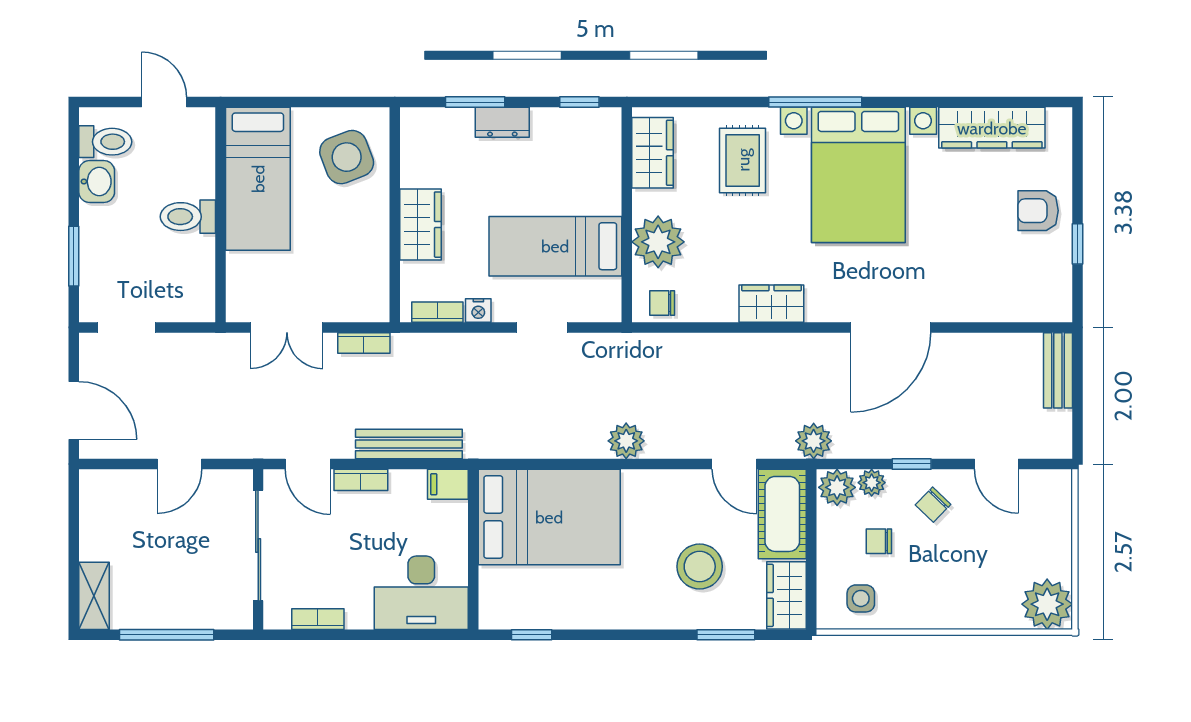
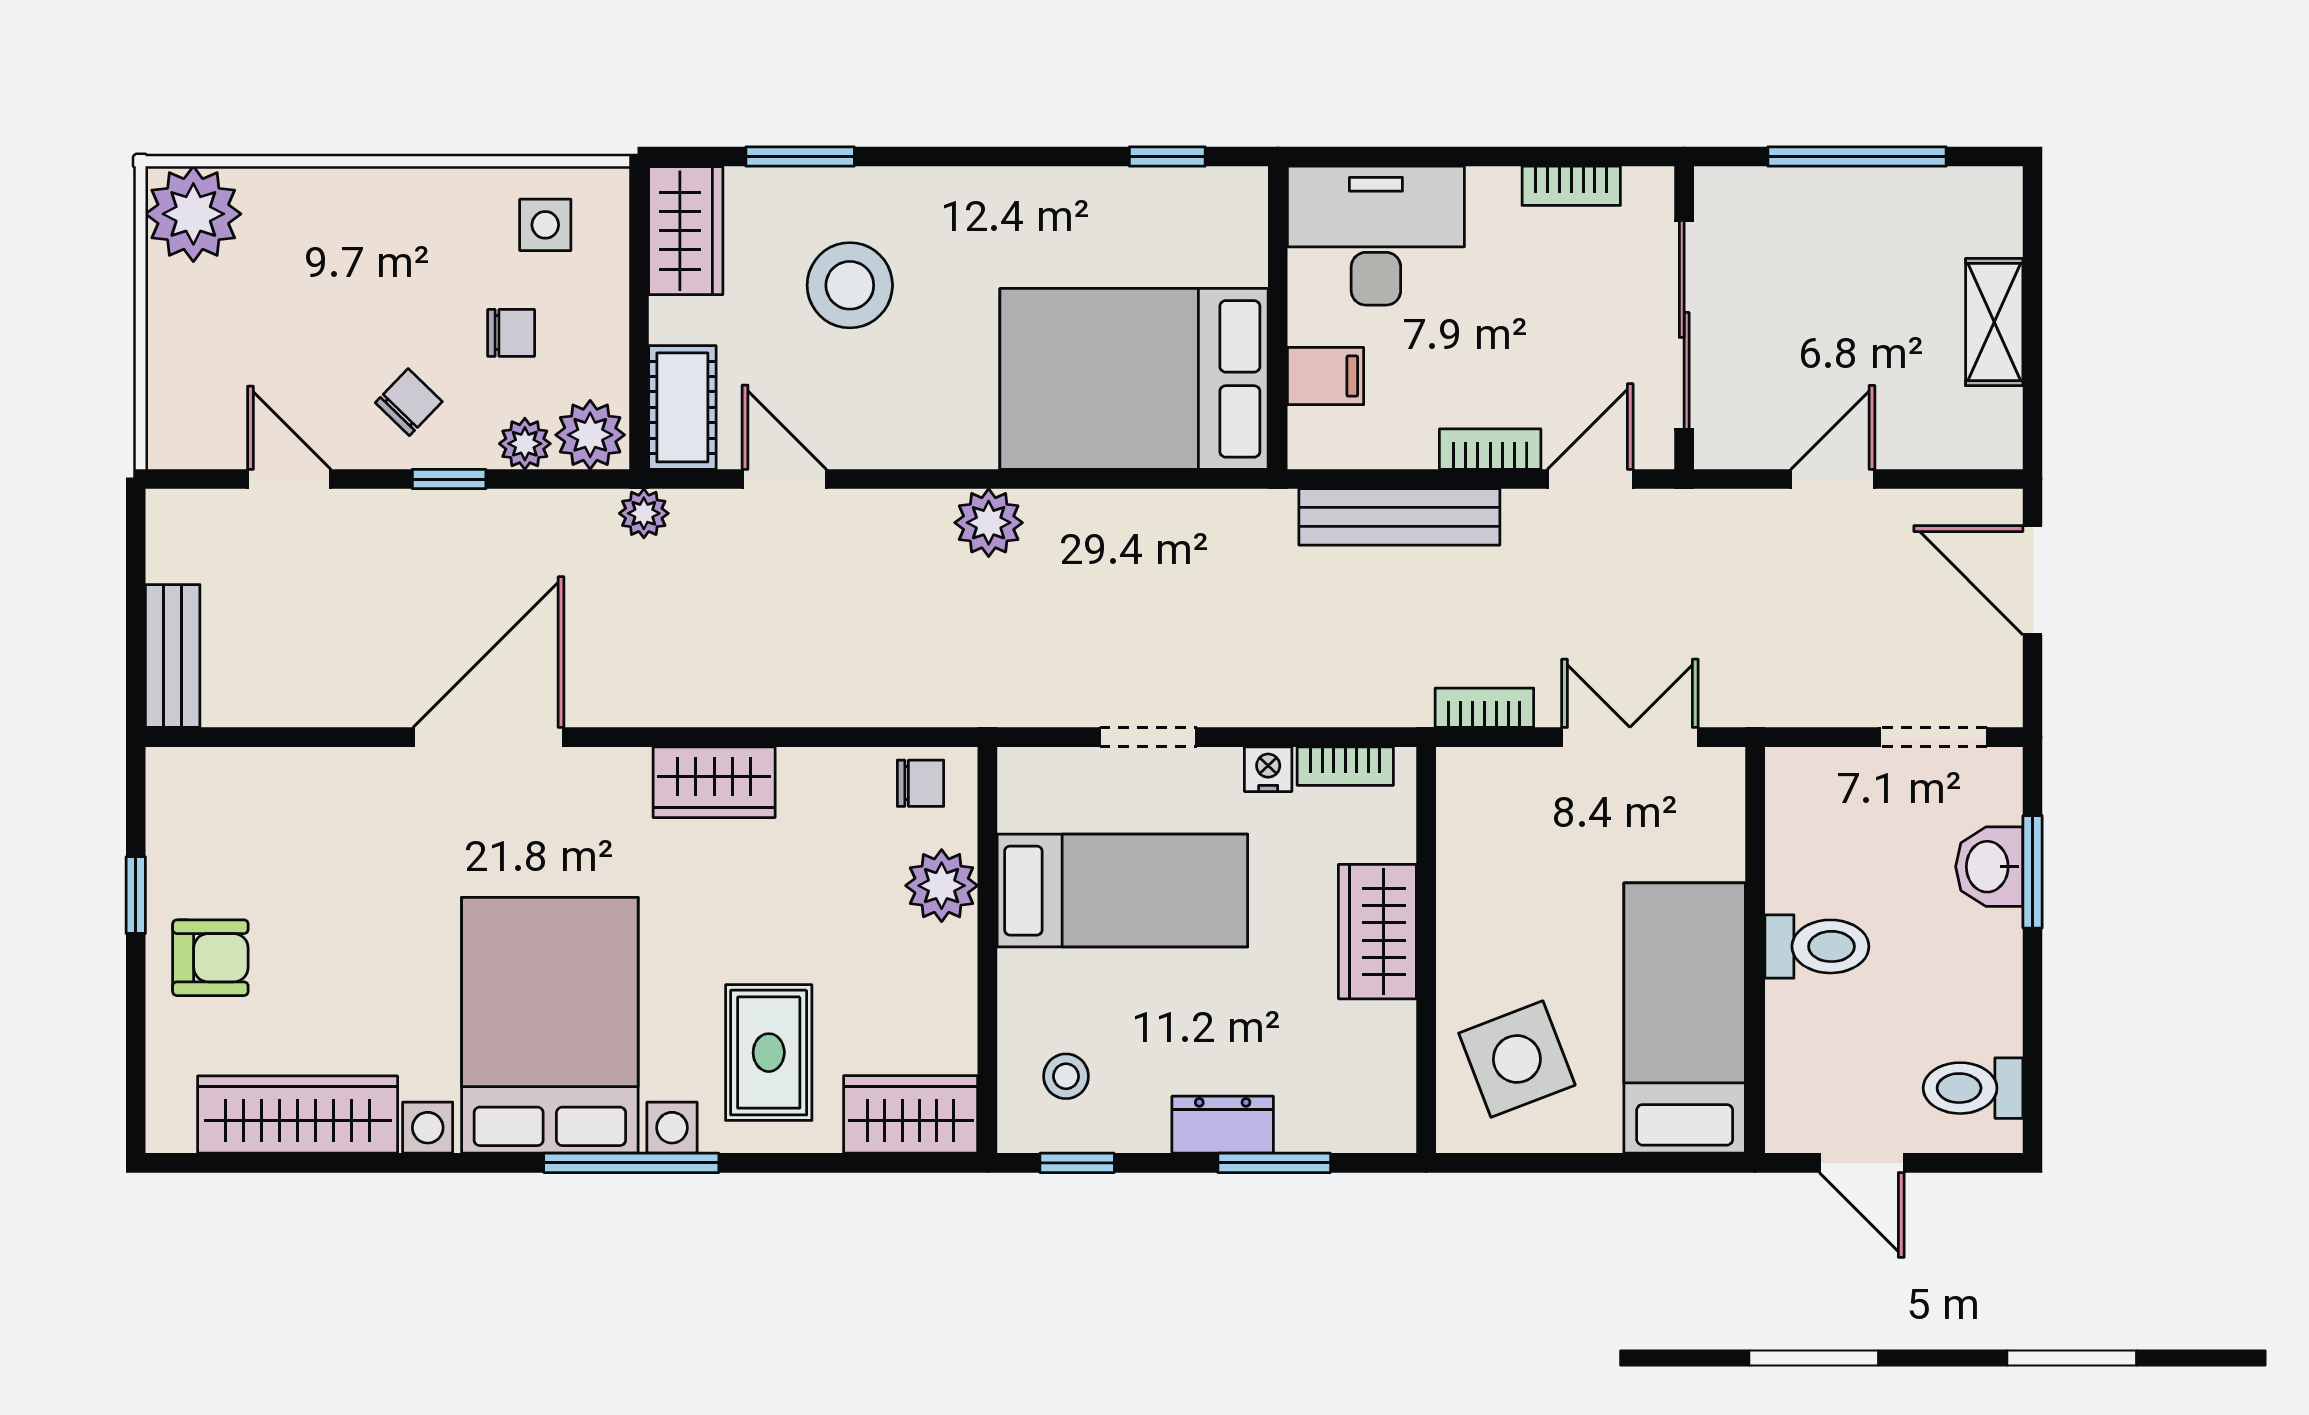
stool: (585, 148) -> (1066, 1076), added
wardrobe: (653, 153) -> (911, 1114), moved, turned 90
washbasin: (97, 181) -> (1989, 867), moved
plant: (658, 242) -> (942, 886), width x0.73, depth x0.73
plant: (814, 441) -> (644, 513), width x0.73, depth x0.73
door: (308, 464) -> (1590, 479), hinge flipped
filing cabinet: (448, 484) -> (1326, 376), moved
cot: (782, 514) -> (682, 407), width x0.73, depth x0.75
shelving: (94, 596) -> (1994, 322), moved

